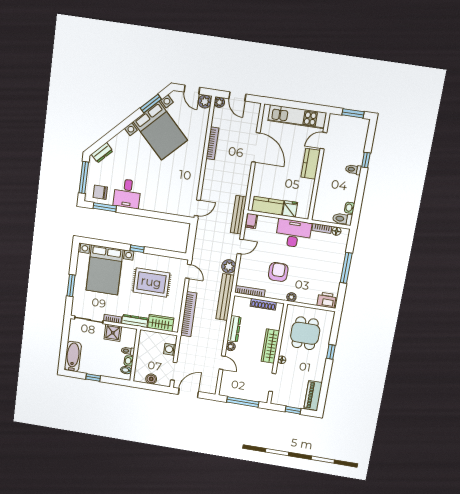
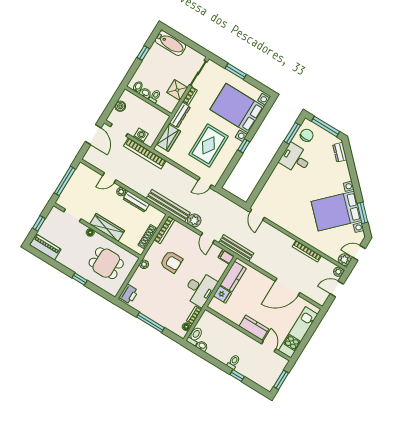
bookcase: (189, 314) -> (145, 153), moved

